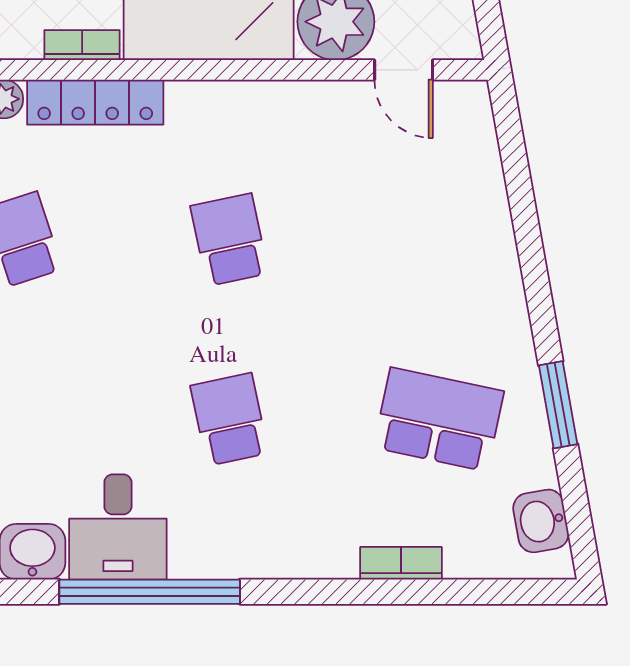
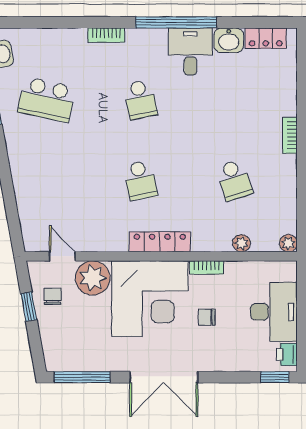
locker: (95, 102) -> (160, 242), moved
bookcase: (401, 563) -> (106, 35), moved

